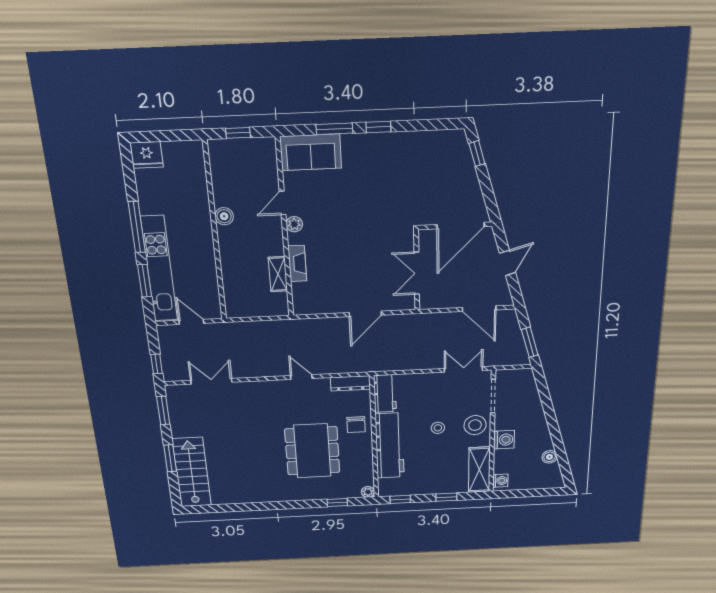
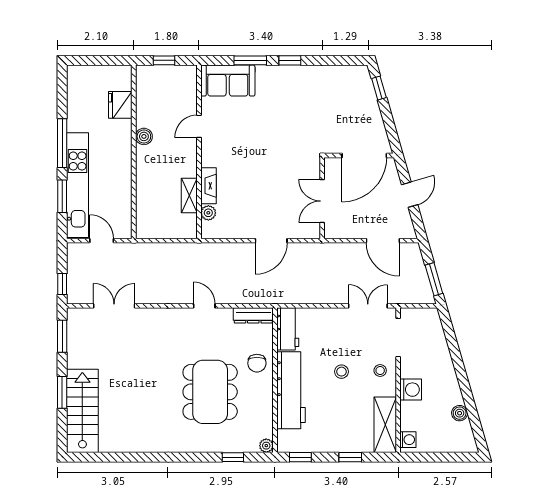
fridge: (147, 155) -> (120, 105), moved, turned 90
plant: (294, 224) -> (208, 213), moved
stool: (475, 425) -> (380, 370), width x0.53, depth x0.53

